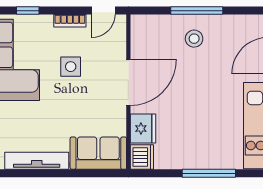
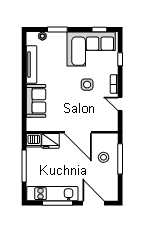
door: (128, 82) -> (78, 132), moved
wall: (128, 92) -> (72, 132), moved
fridge: (143, 129) -> (51, 141), moved
dishwasher: (142, 157) -> (34, 140), moved

